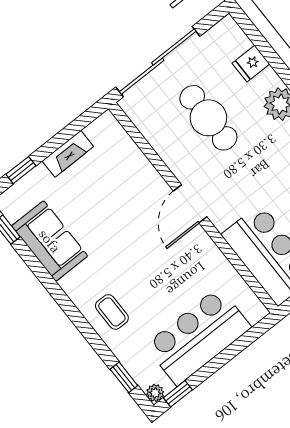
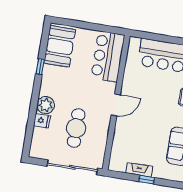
fridge: (251, 64) -> (42, 121), moved
window: (21, 170) -> (147, 180), moved

